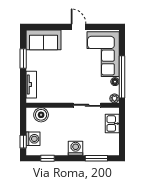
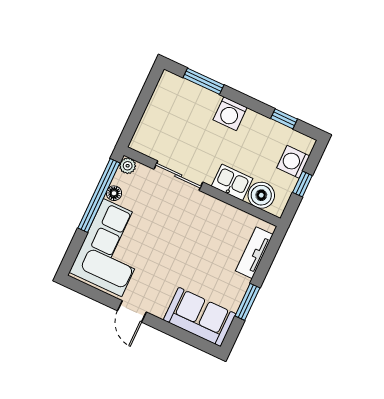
kitchen sink: (112, 124) -> (232, 182), moved, turned -90
window: (23, 142) -> (302, 184), moved

